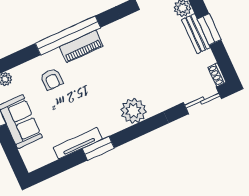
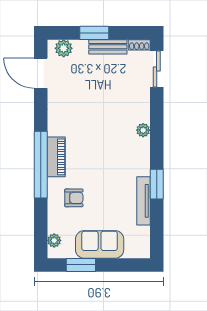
bench: (196, 34) -> (108, 47), moved
plant: (134, 111) -> (143, 130), width x0.53, depth x0.53

